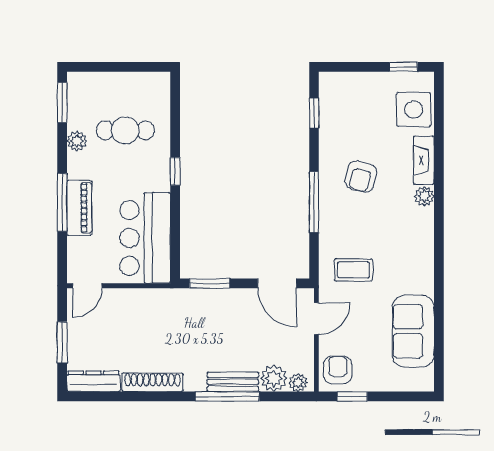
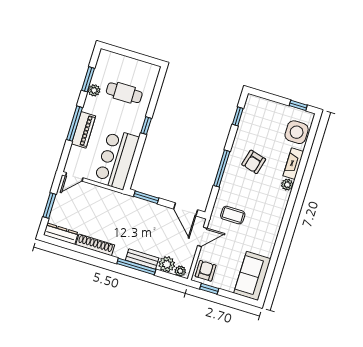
window: (62, 102) -> (88, 79), moved
sofa: (413, 331) -> (252, 276), moved

